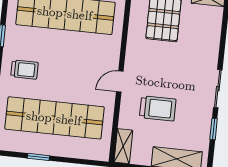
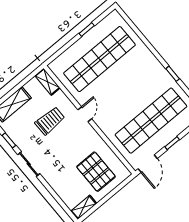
trolley: (24, 70) -> (142, 68), removed
trolley: (158, 108) -> (50, 121), turned 180

